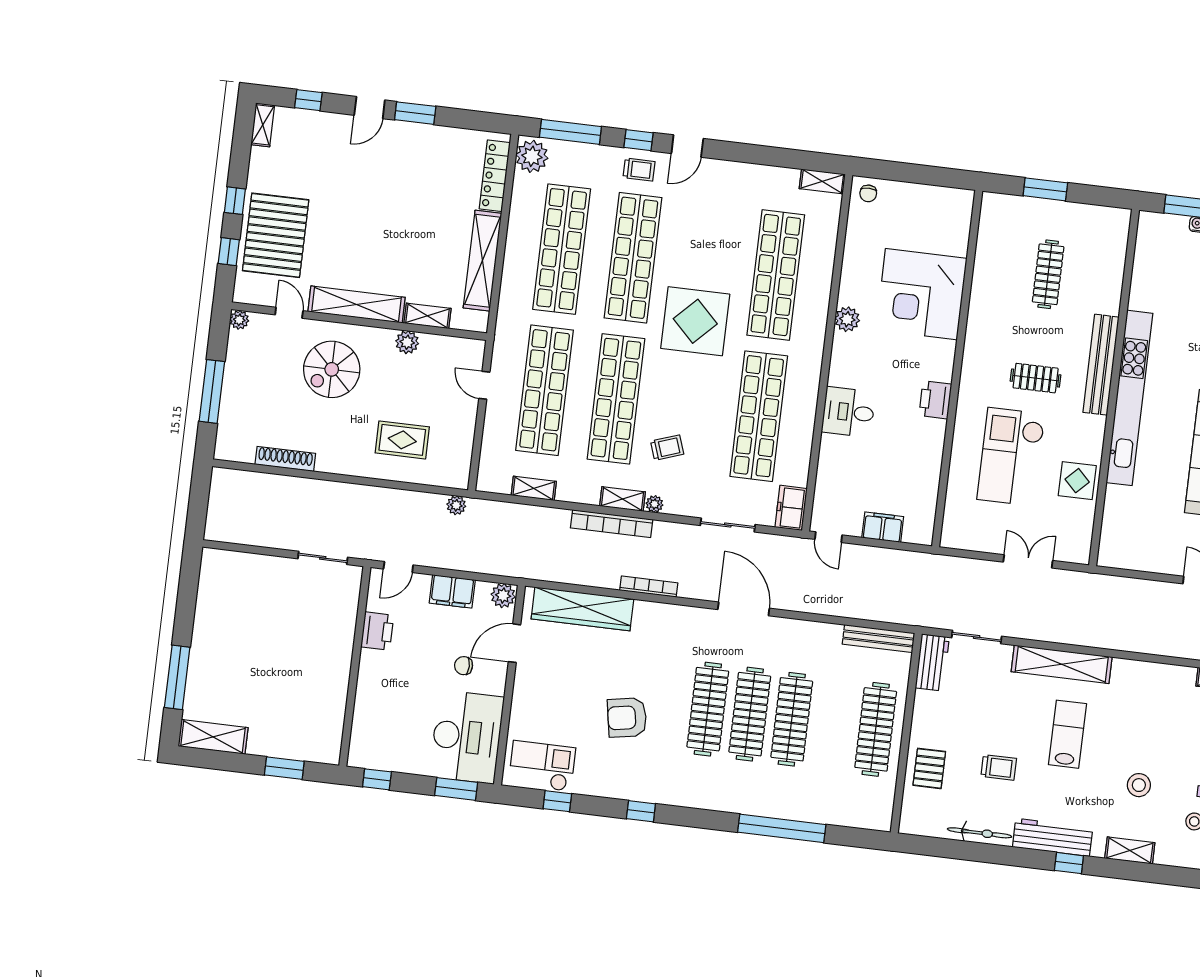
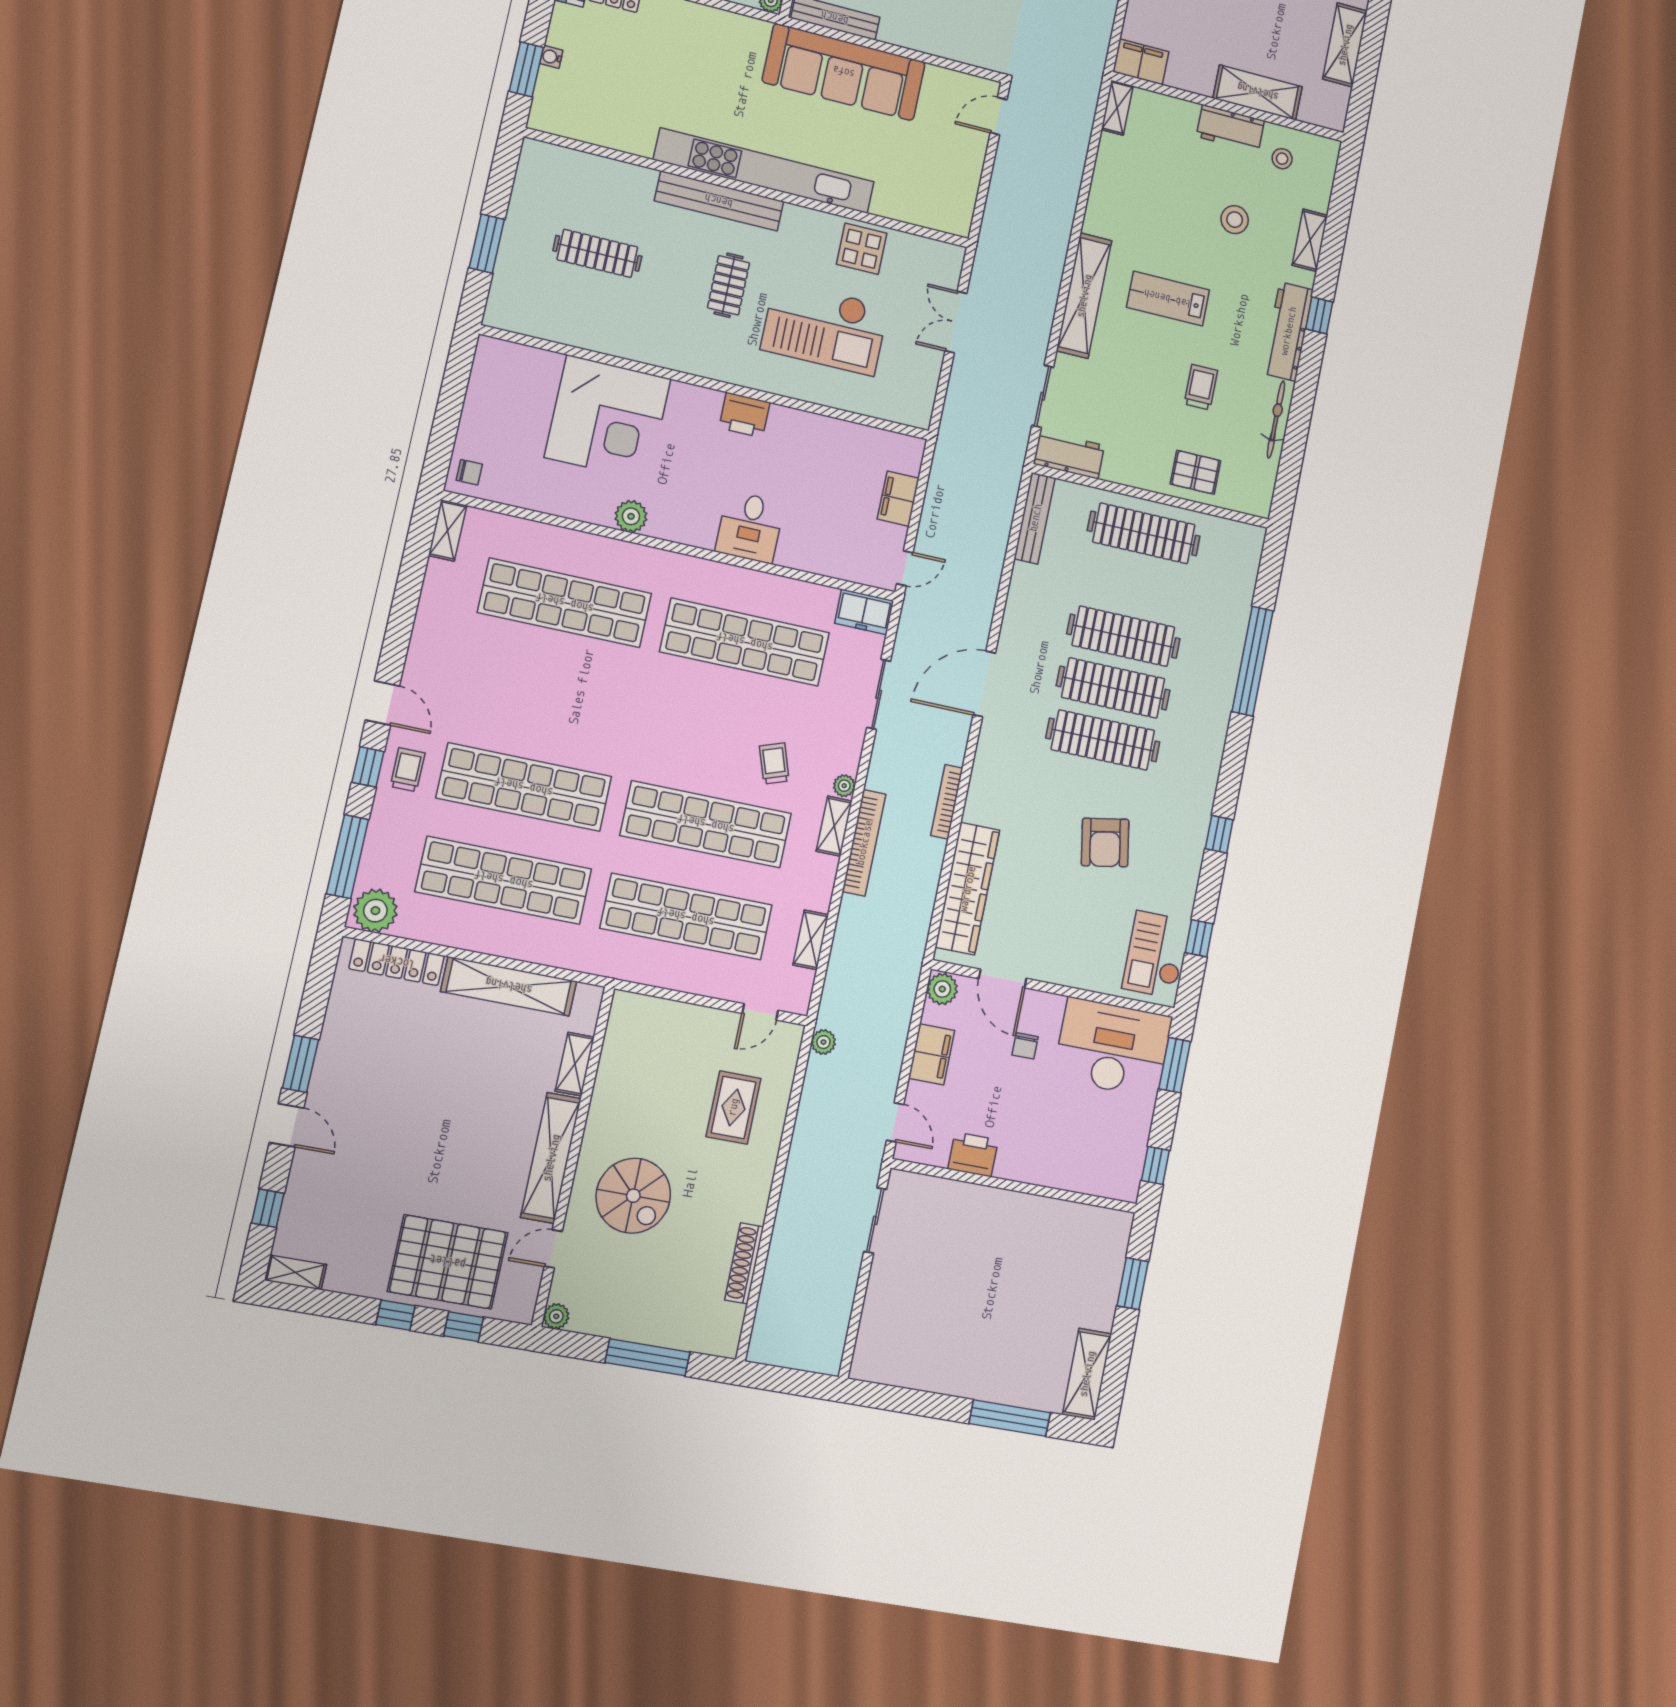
display table: (695, 321) -> (615, 713), removed
plant: (407, 342) -> (607, 1093), removed
door: (484, 385) -> (760, 1012), moved

